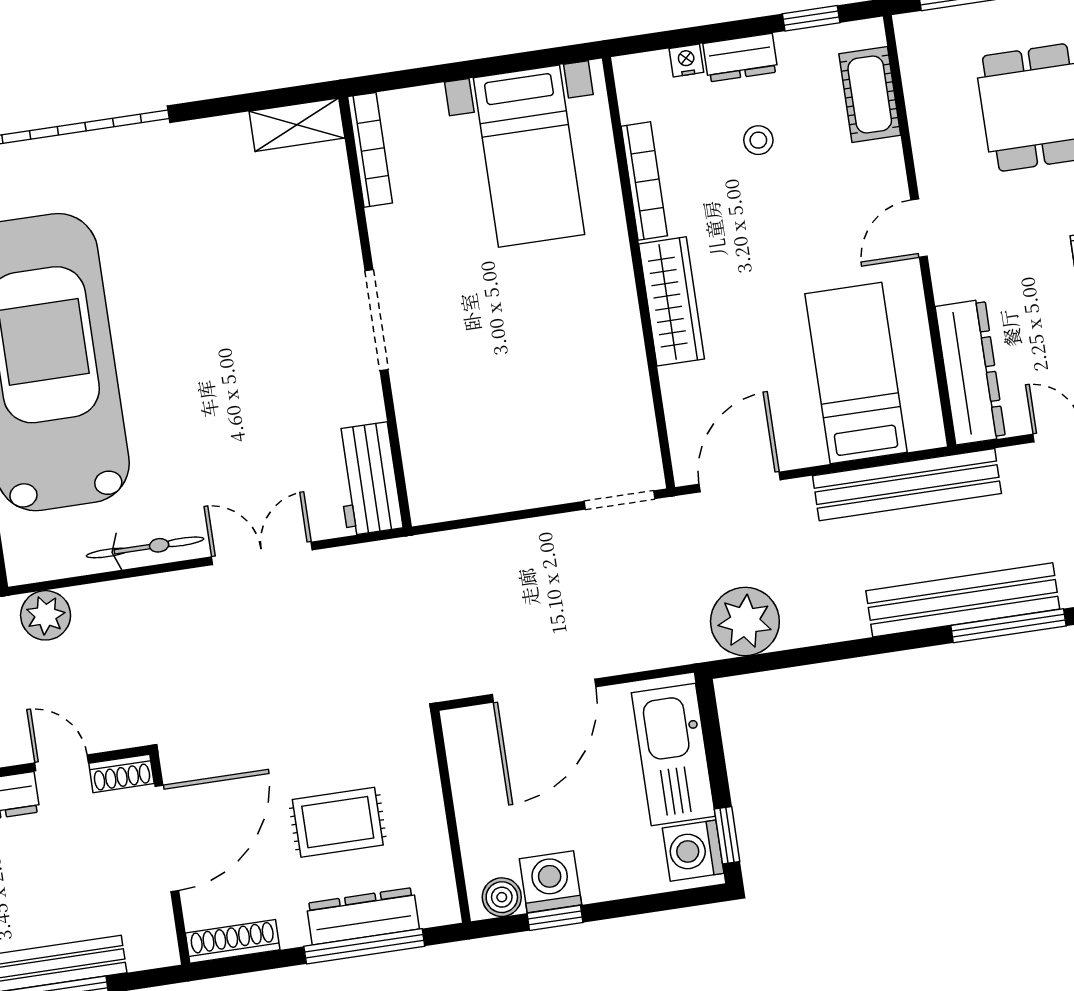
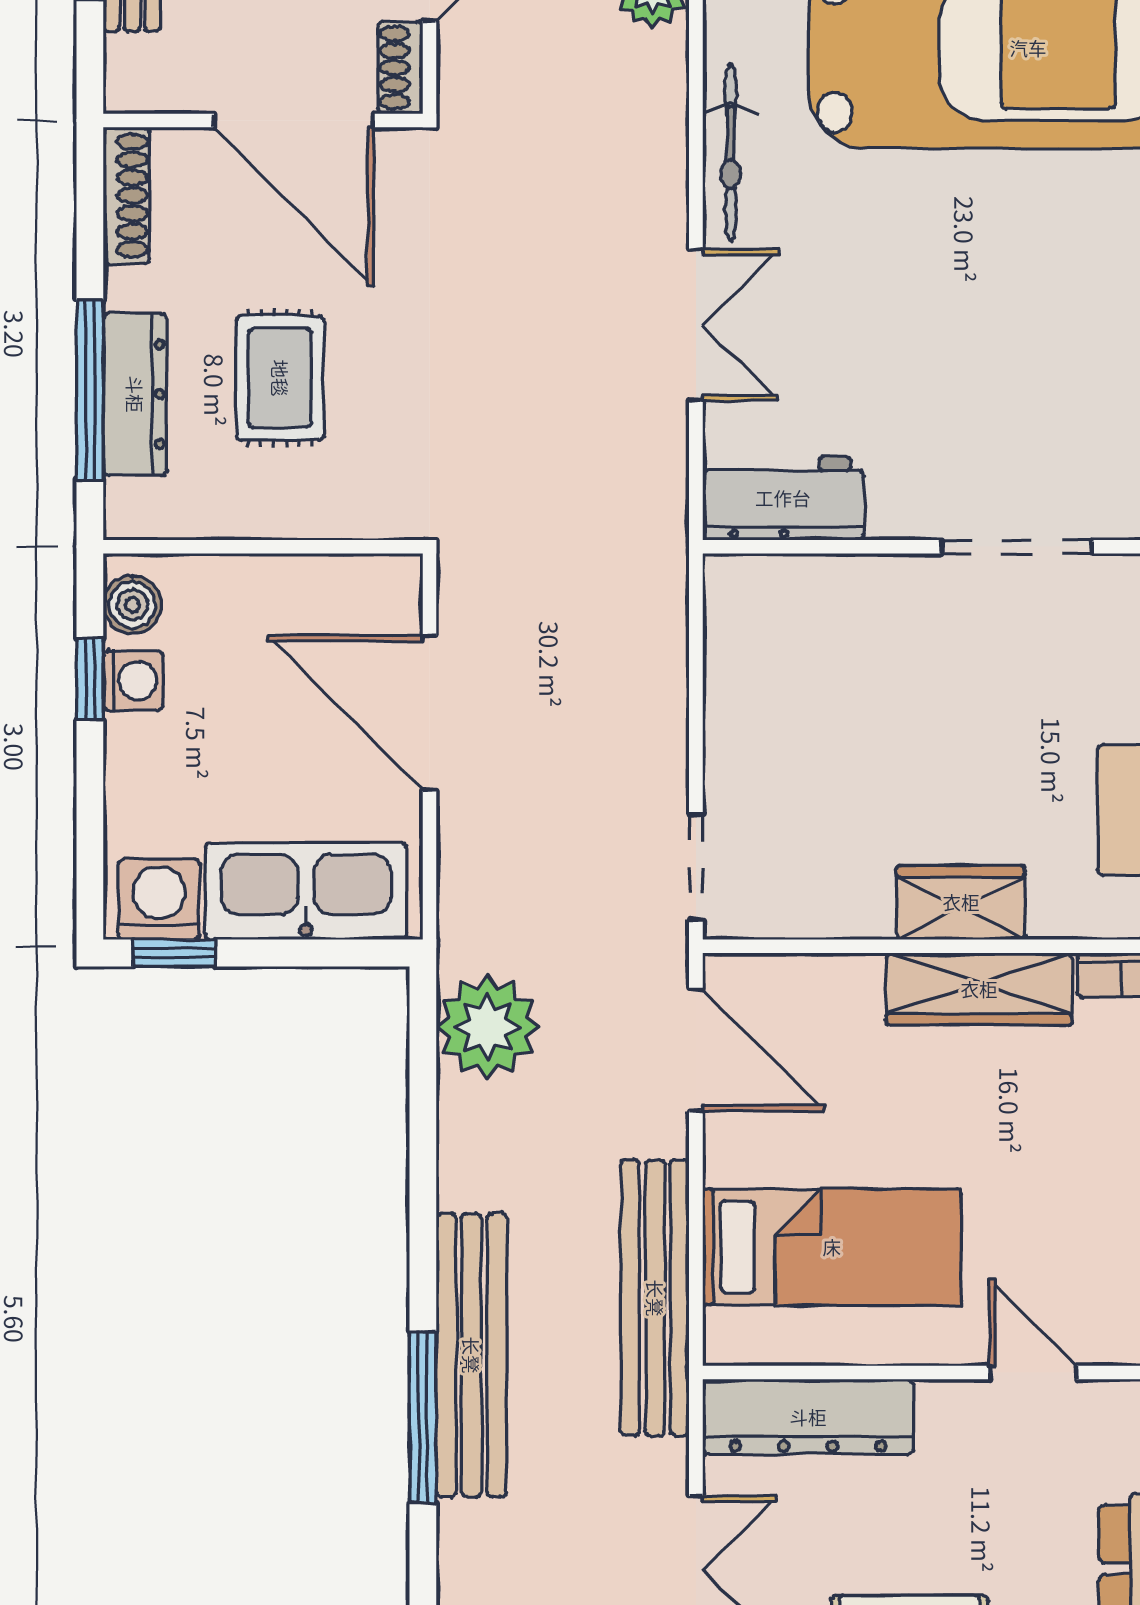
wardrobe: (616, 322) -> (961, 902), added
washing machine: (550, 882) -> (133, 680), width x0.73, depth x0.73

